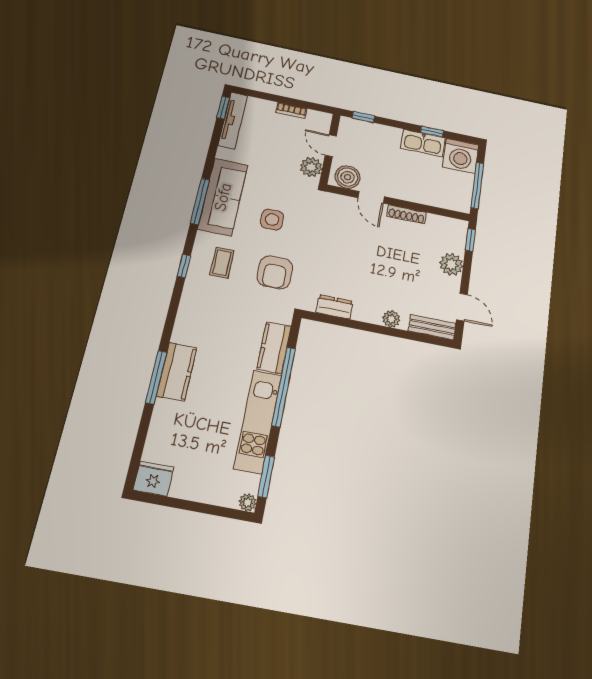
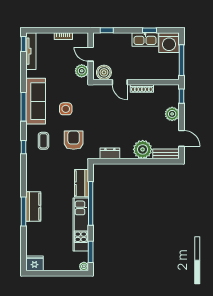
armchair: (275, 272) -> (74, 140), turned 180
plant: (391, 319) -> (143, 149), width x1.88, depth x1.88

